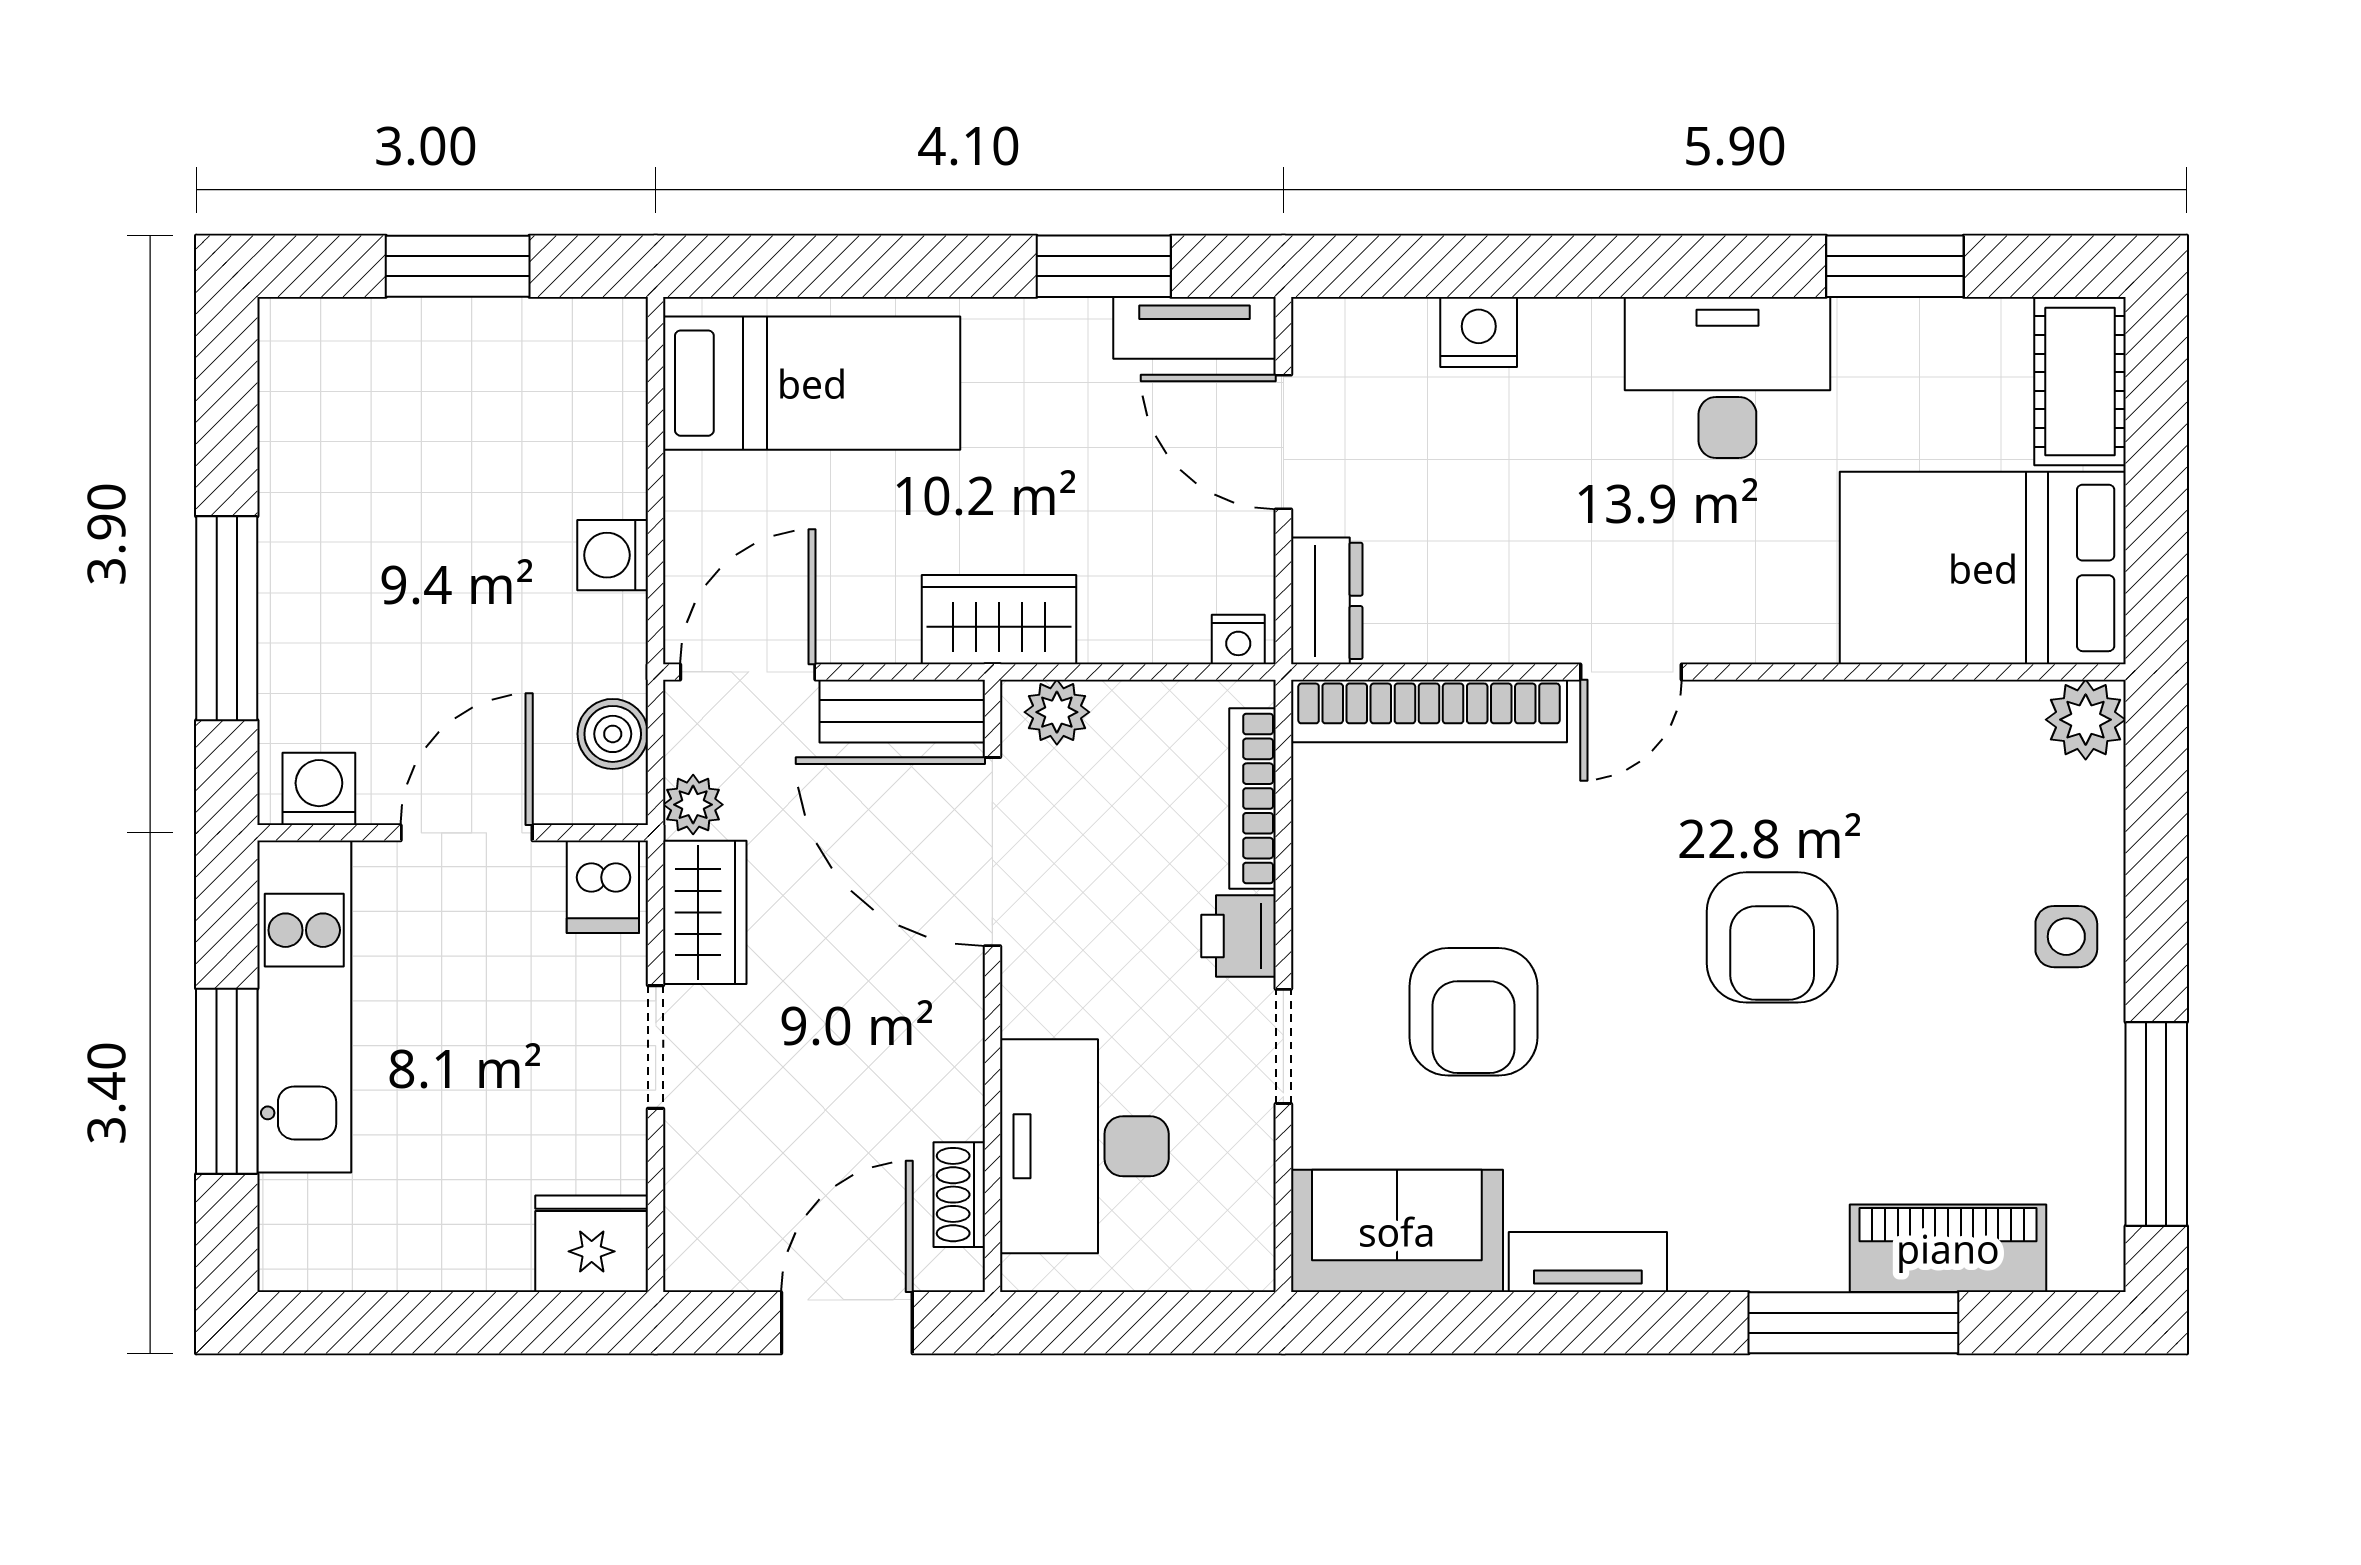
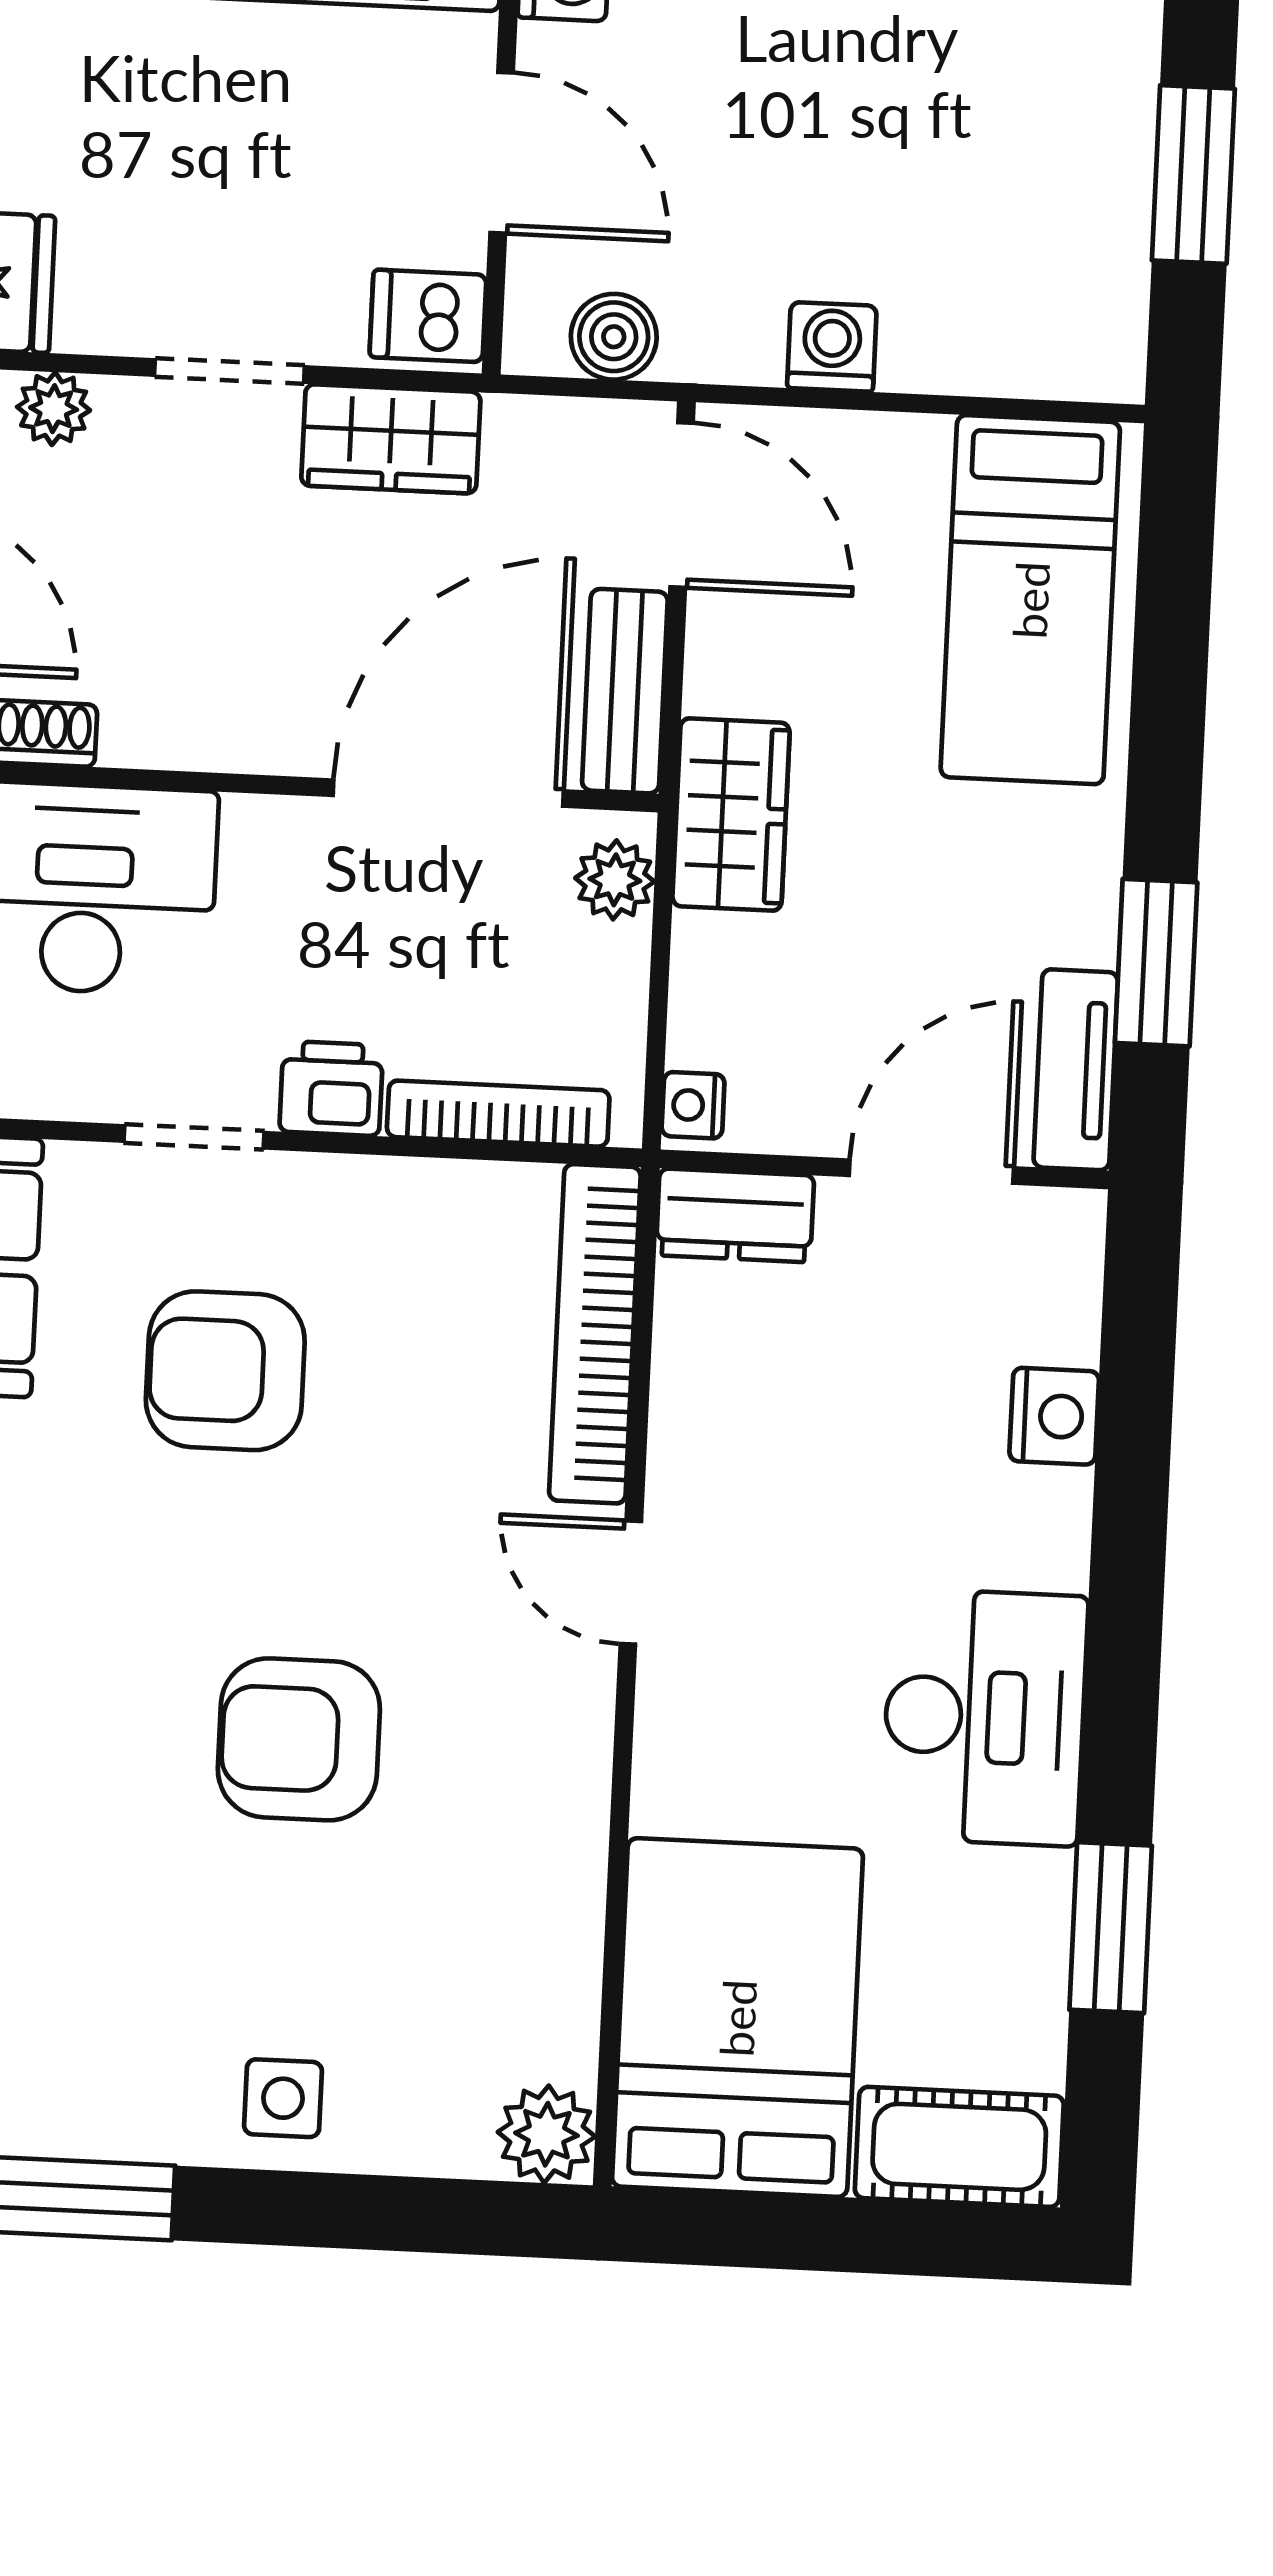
plant: (693, 805) -> (54, 409), moved

